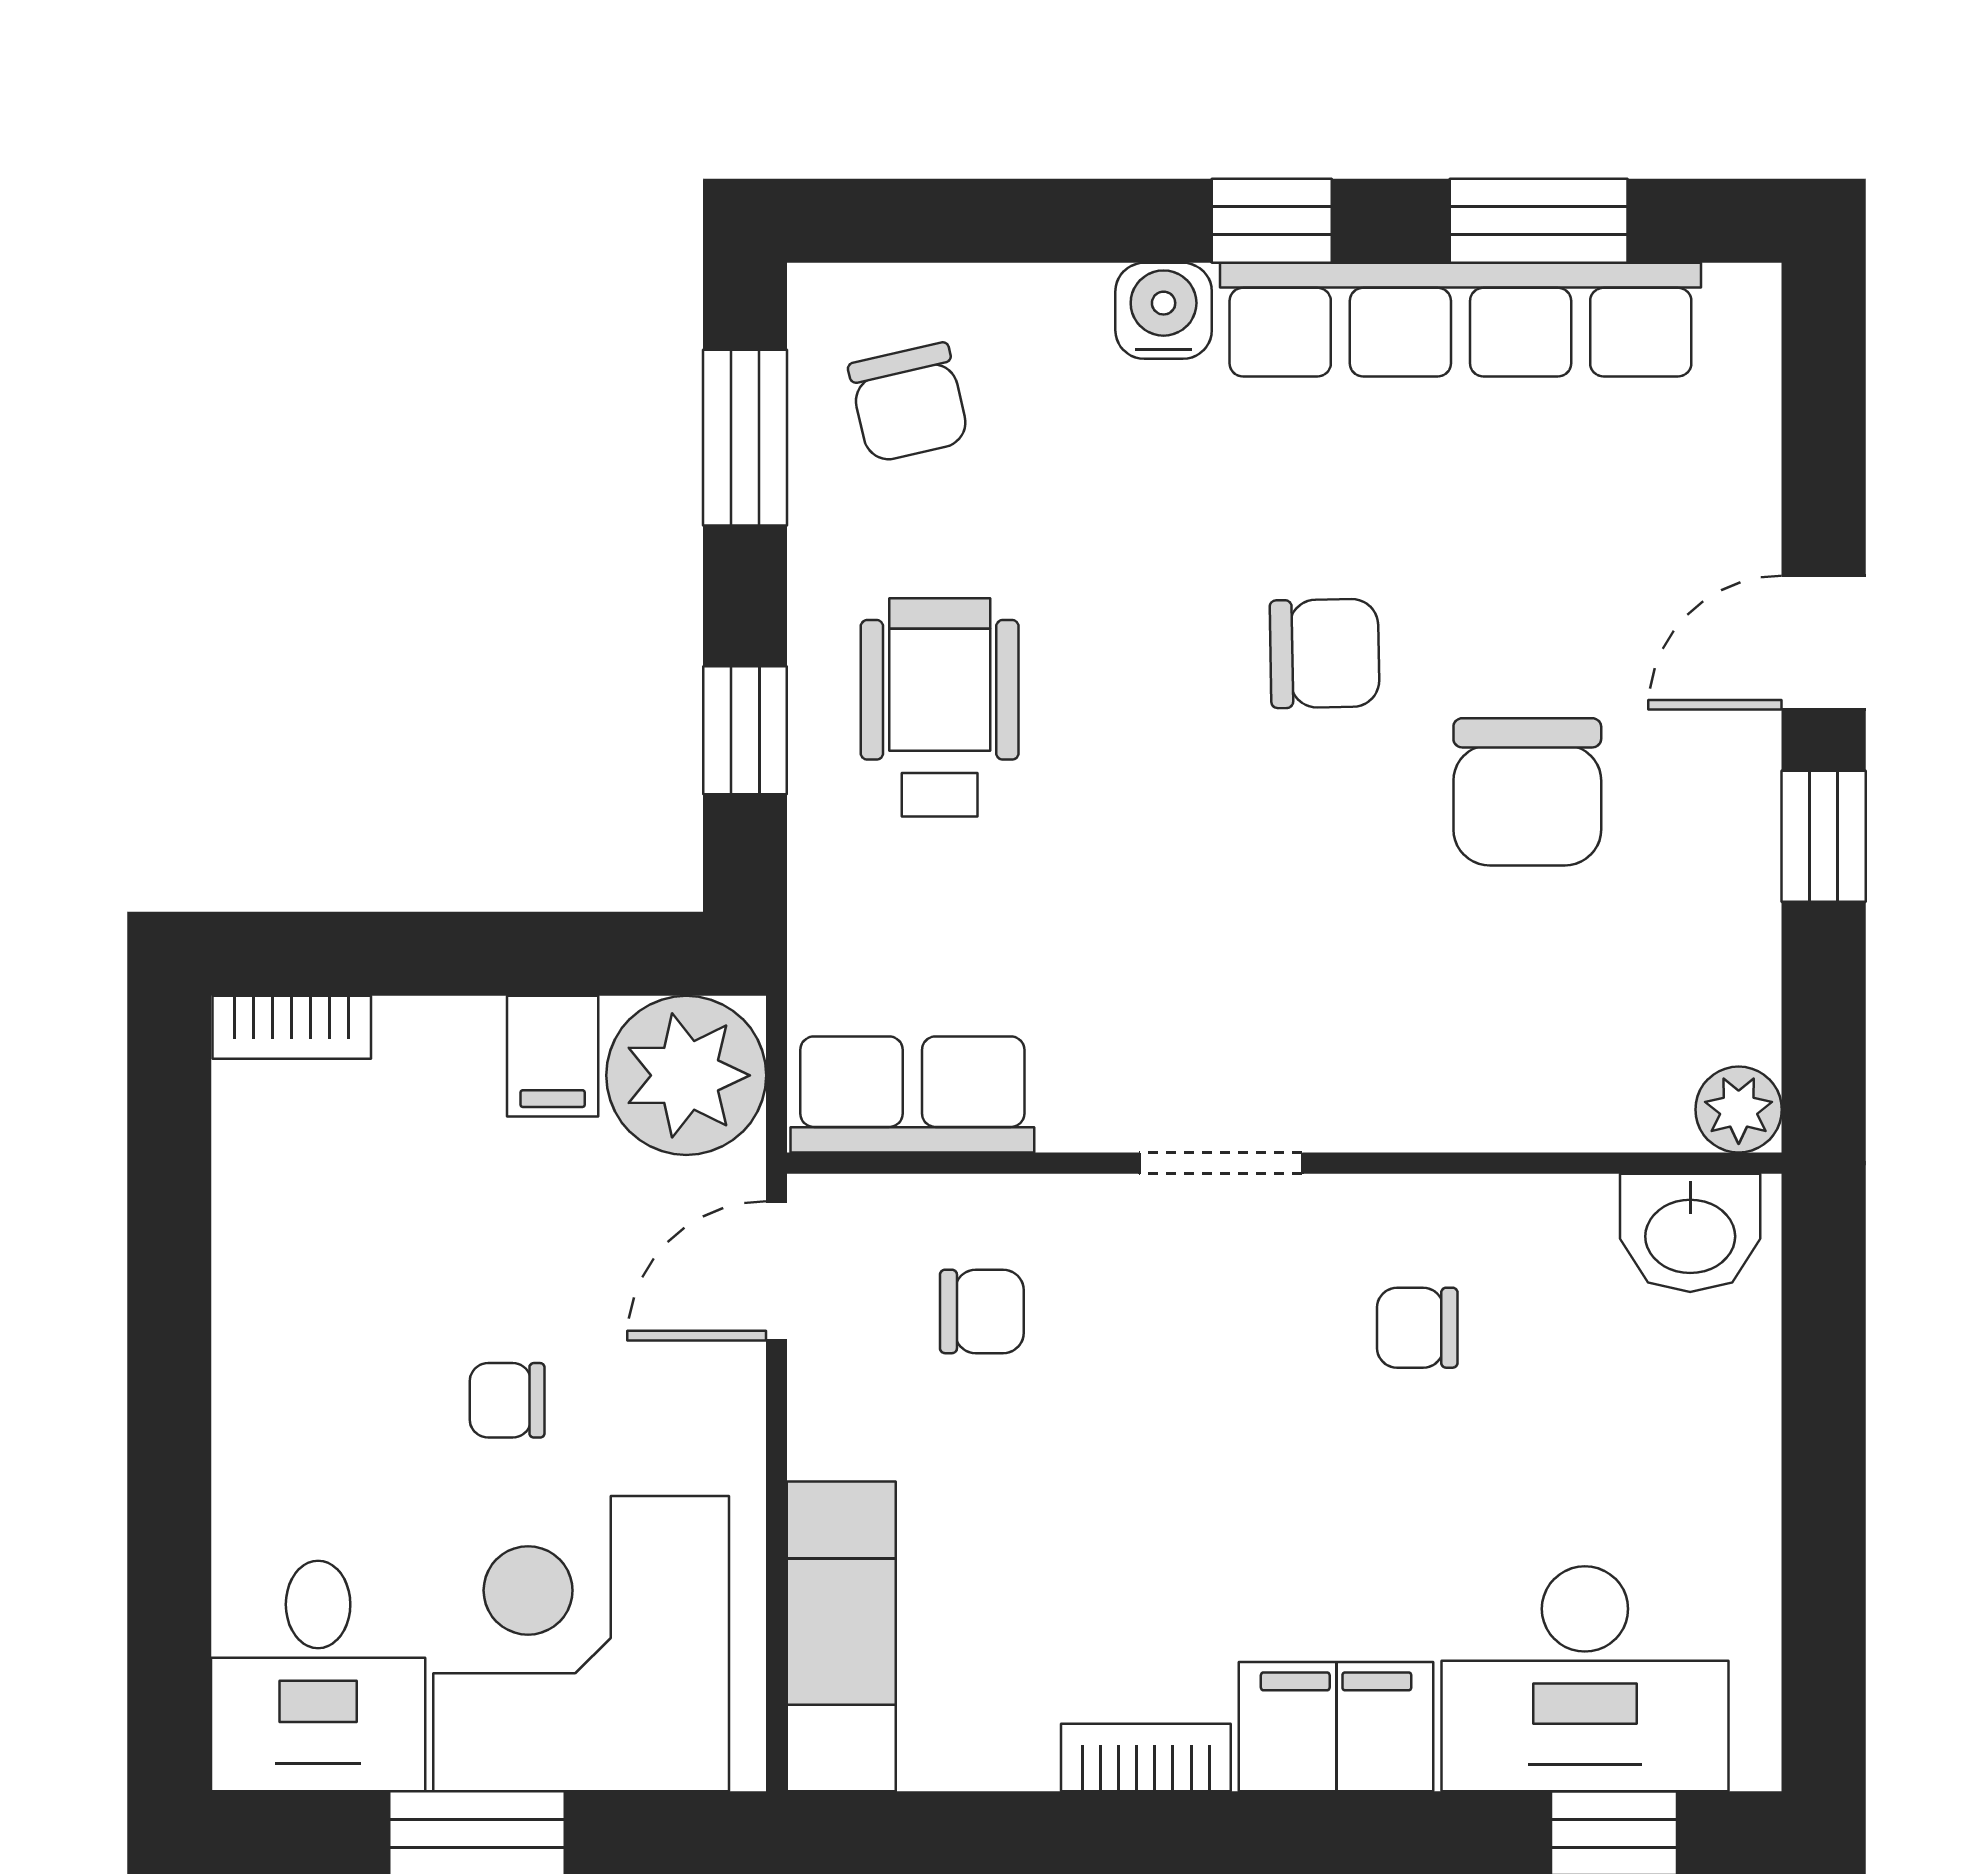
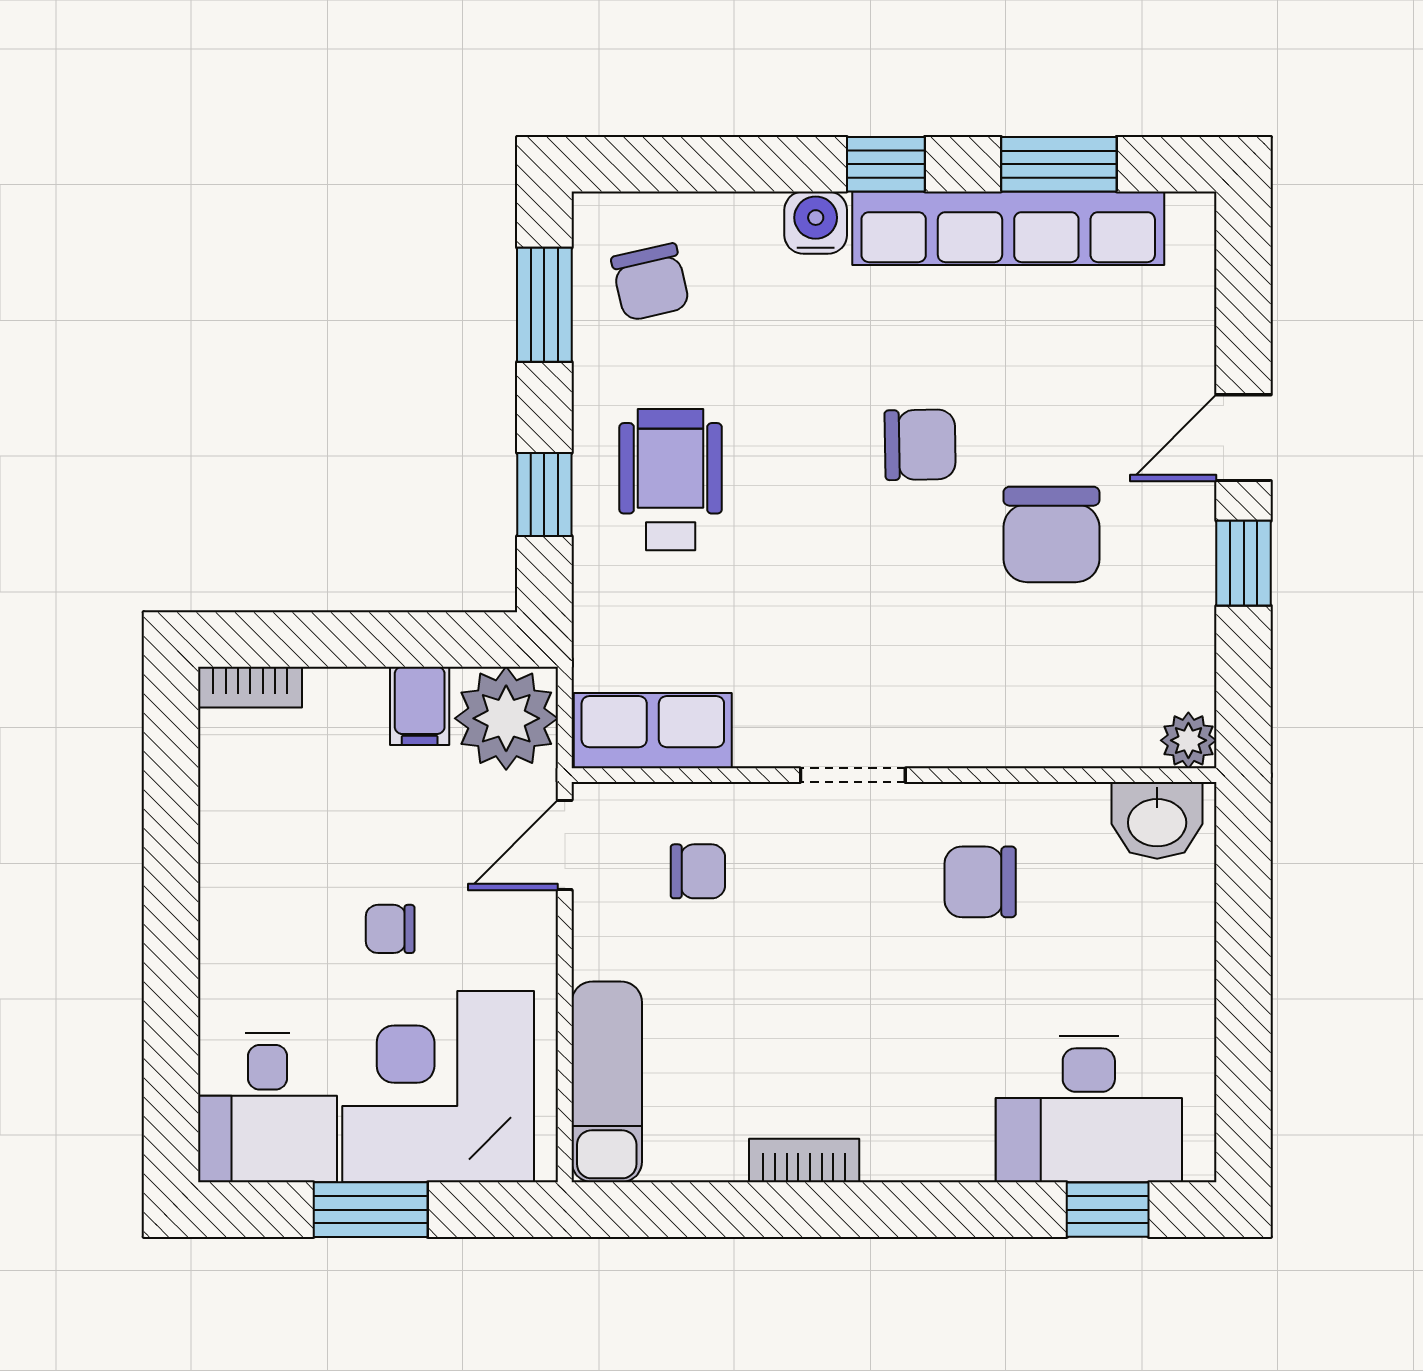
chair: (1417, 1328) -> (980, 882), width x1.37, depth x1.37
filing cabinet: (1336, 1727) -> (927, 1141), removed

